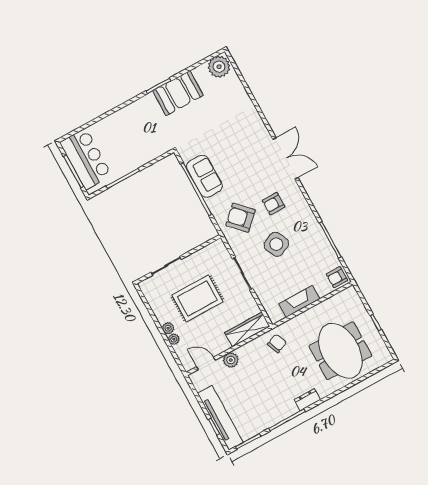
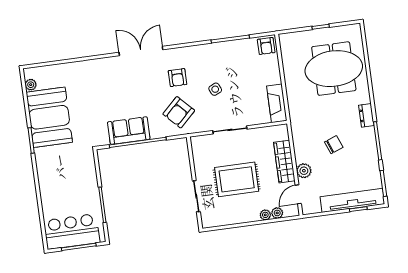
plant: (219, 67) -> (31, 85), width x0.53, depth x0.53
booth: (178, 93) -> (49, 117), width x1.36, depth x1.42
side table: (276, 244) -> (215, 89), width x0.54, depth x0.54
rug: (197, 298) -> (237, 179), turned 90
fireplace: (299, 301) -> (277, 103), moved
plant: (168, 328) -> (277, 213), moved
wardrobe: (247, 330) -> (284, 162), moved
chair: (277, 343) -> (334, 145), moved, turned 91

